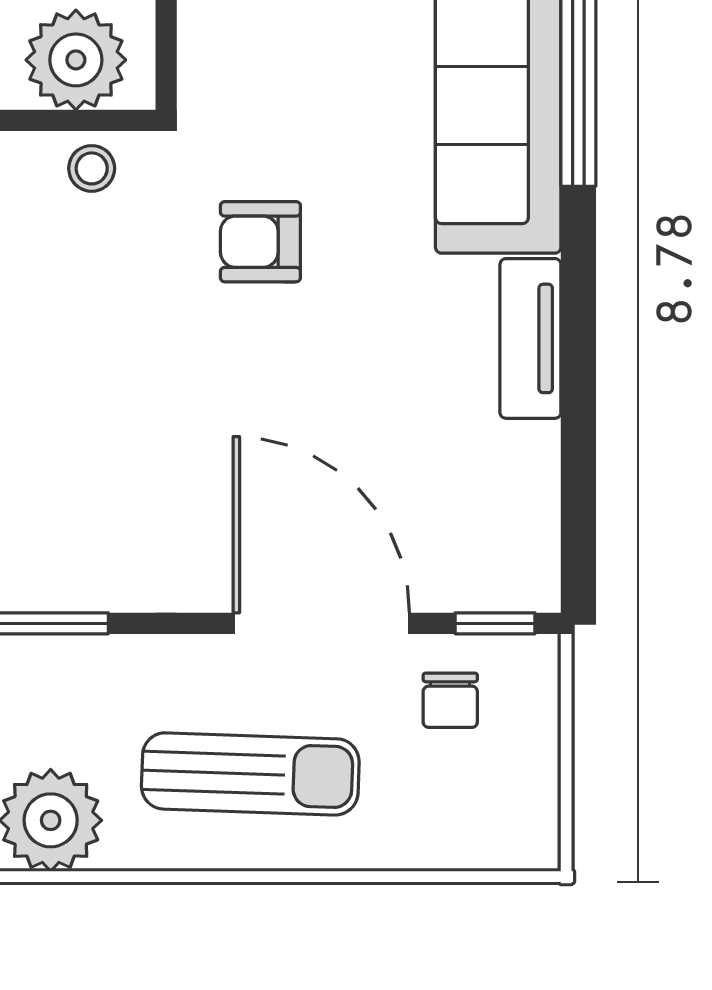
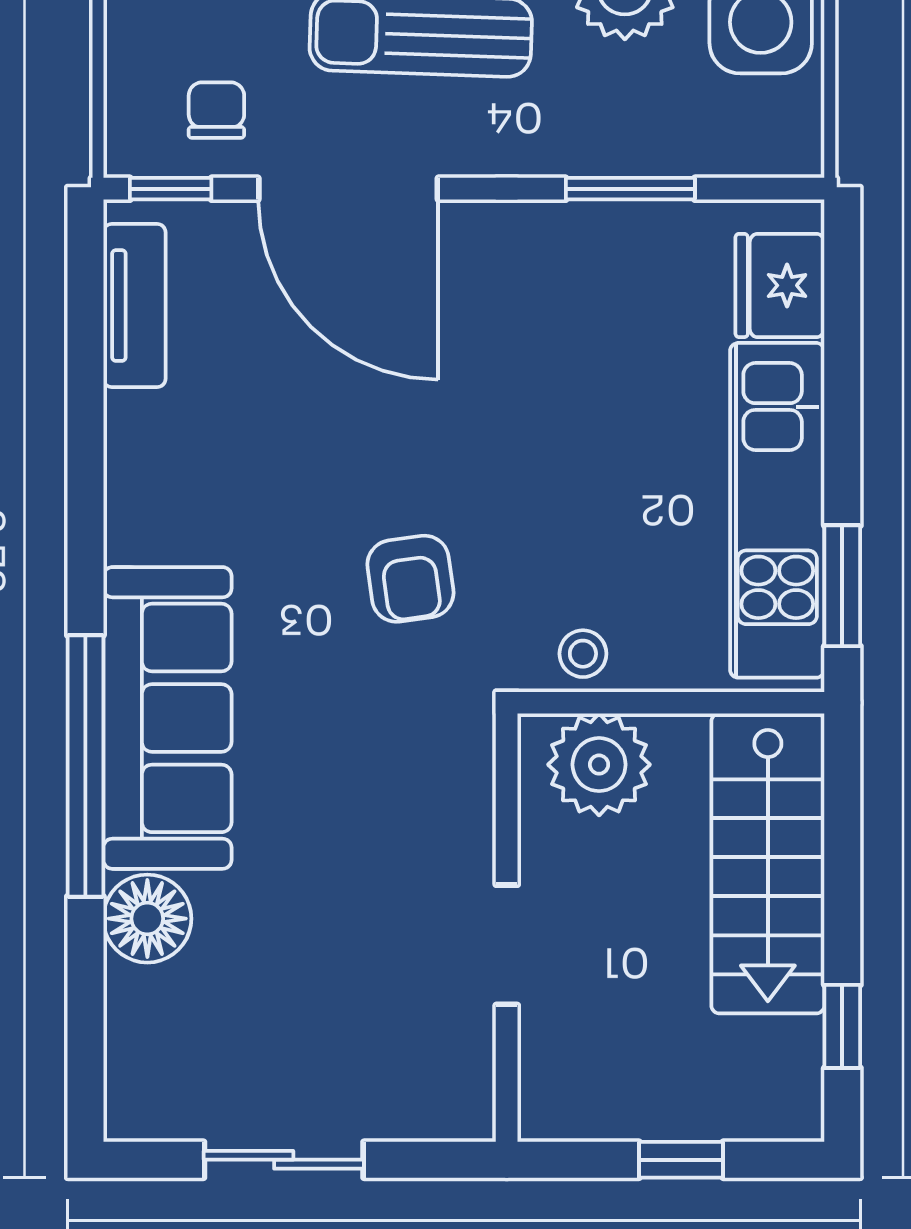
armchair: (260, 242) -> (410, 579), turned 82
tv unit: (530, 338) -> (134, 306), moved

